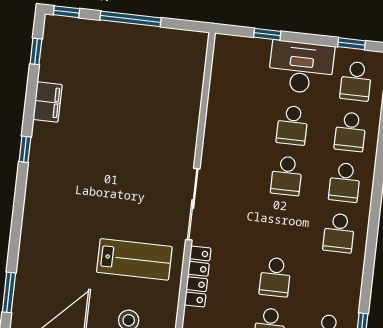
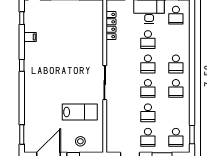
filing cabinet: (48, 102) -> (30, 37), width x0.50
school desk: (350, 132) -> (148, 88), moved
locker: (198, 276) -> (111, 26), moved

